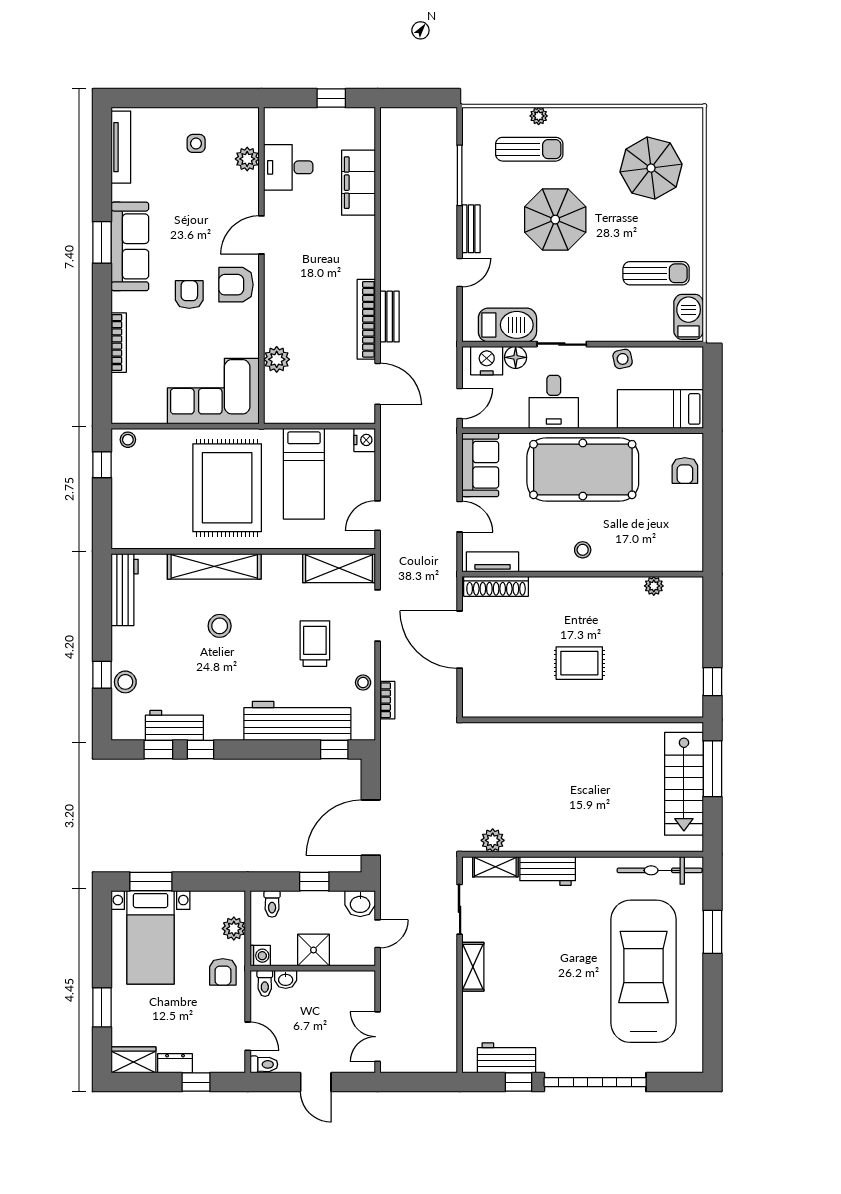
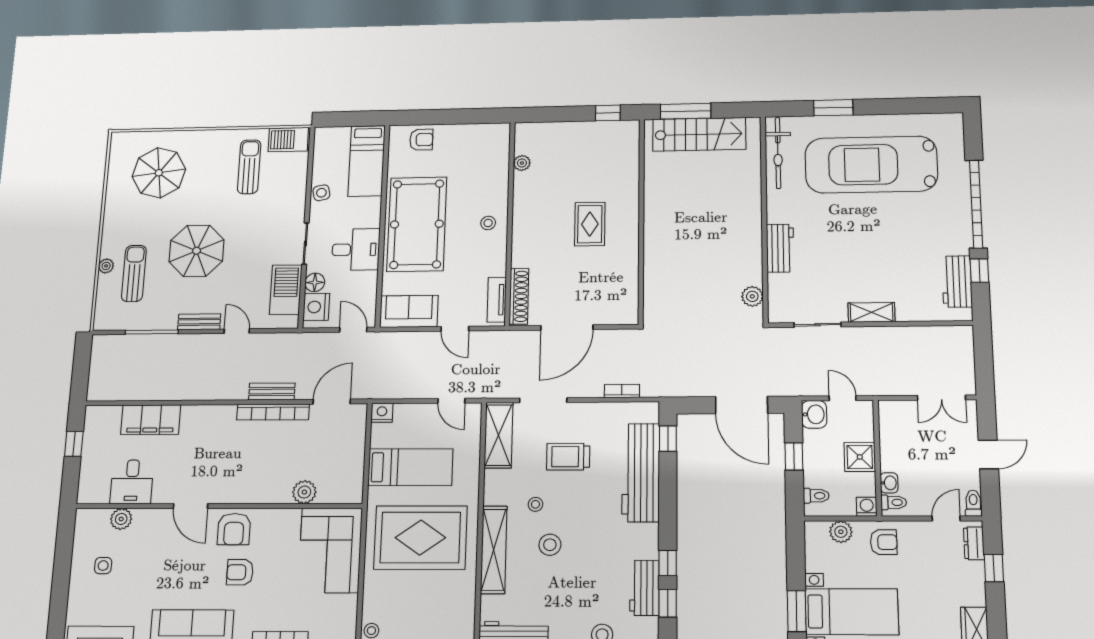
door: (460, 517) -> (455, 329), swing flipped
stool: (363, 683) -> (535, 504), moved
shelving: (495, 867) -> (777, 294), removed
dresser: (175, 1063) -> (974, 543), moved

